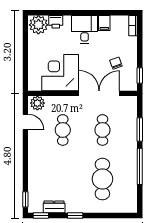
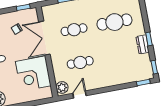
dresser: (54, 207) -> (143, 44), moved

